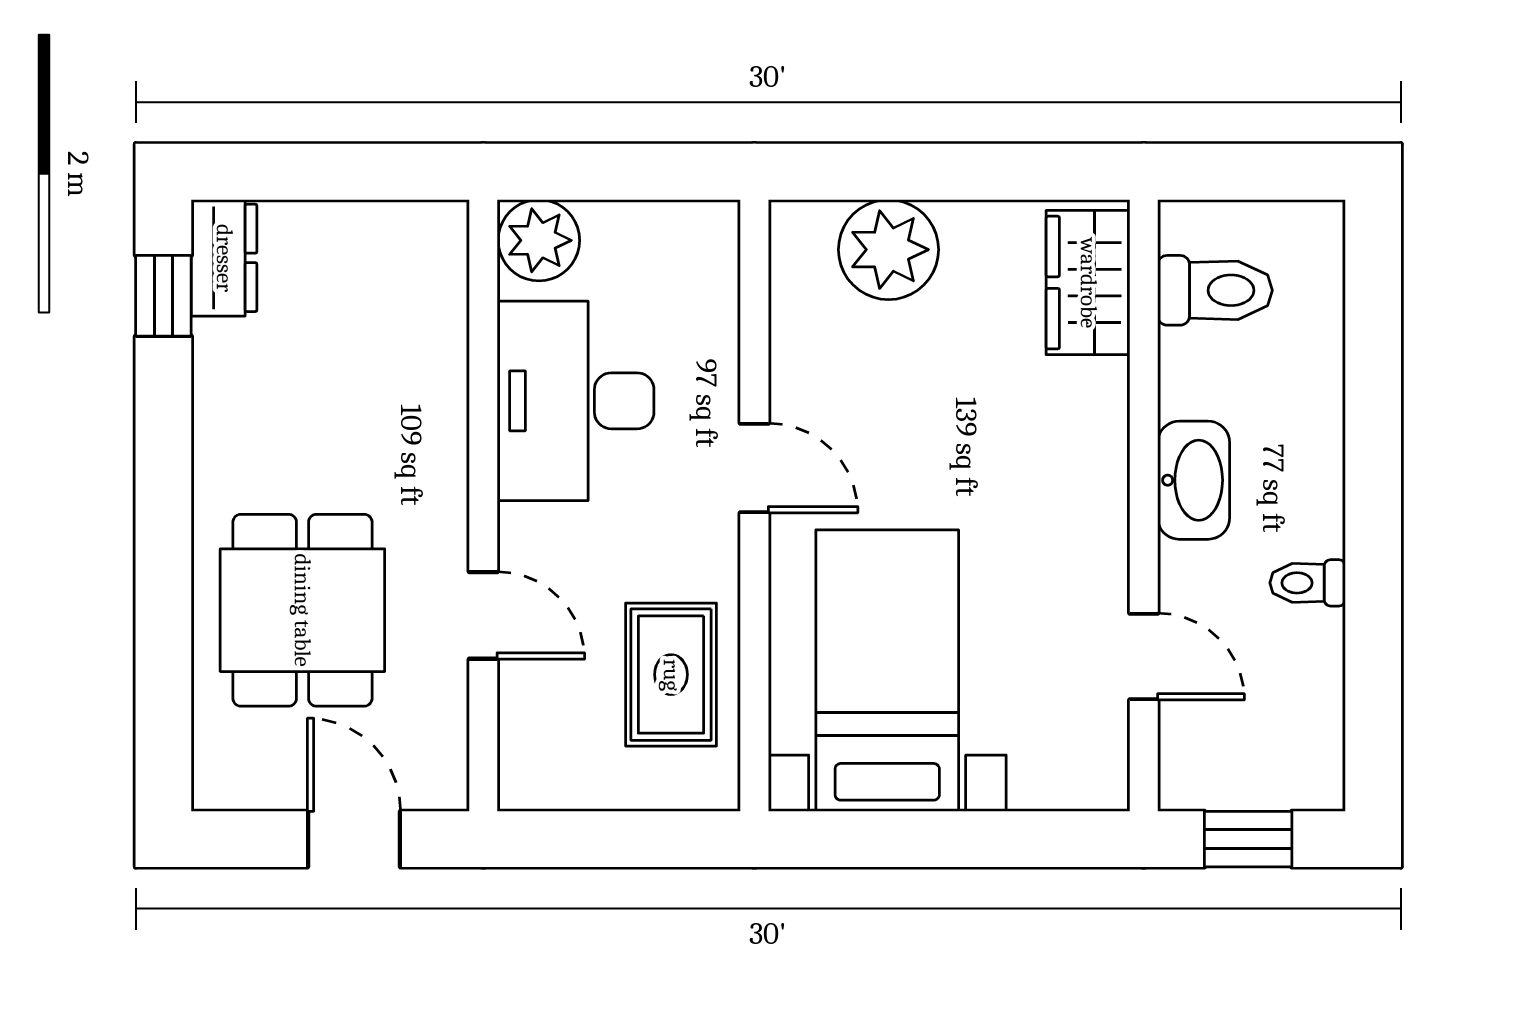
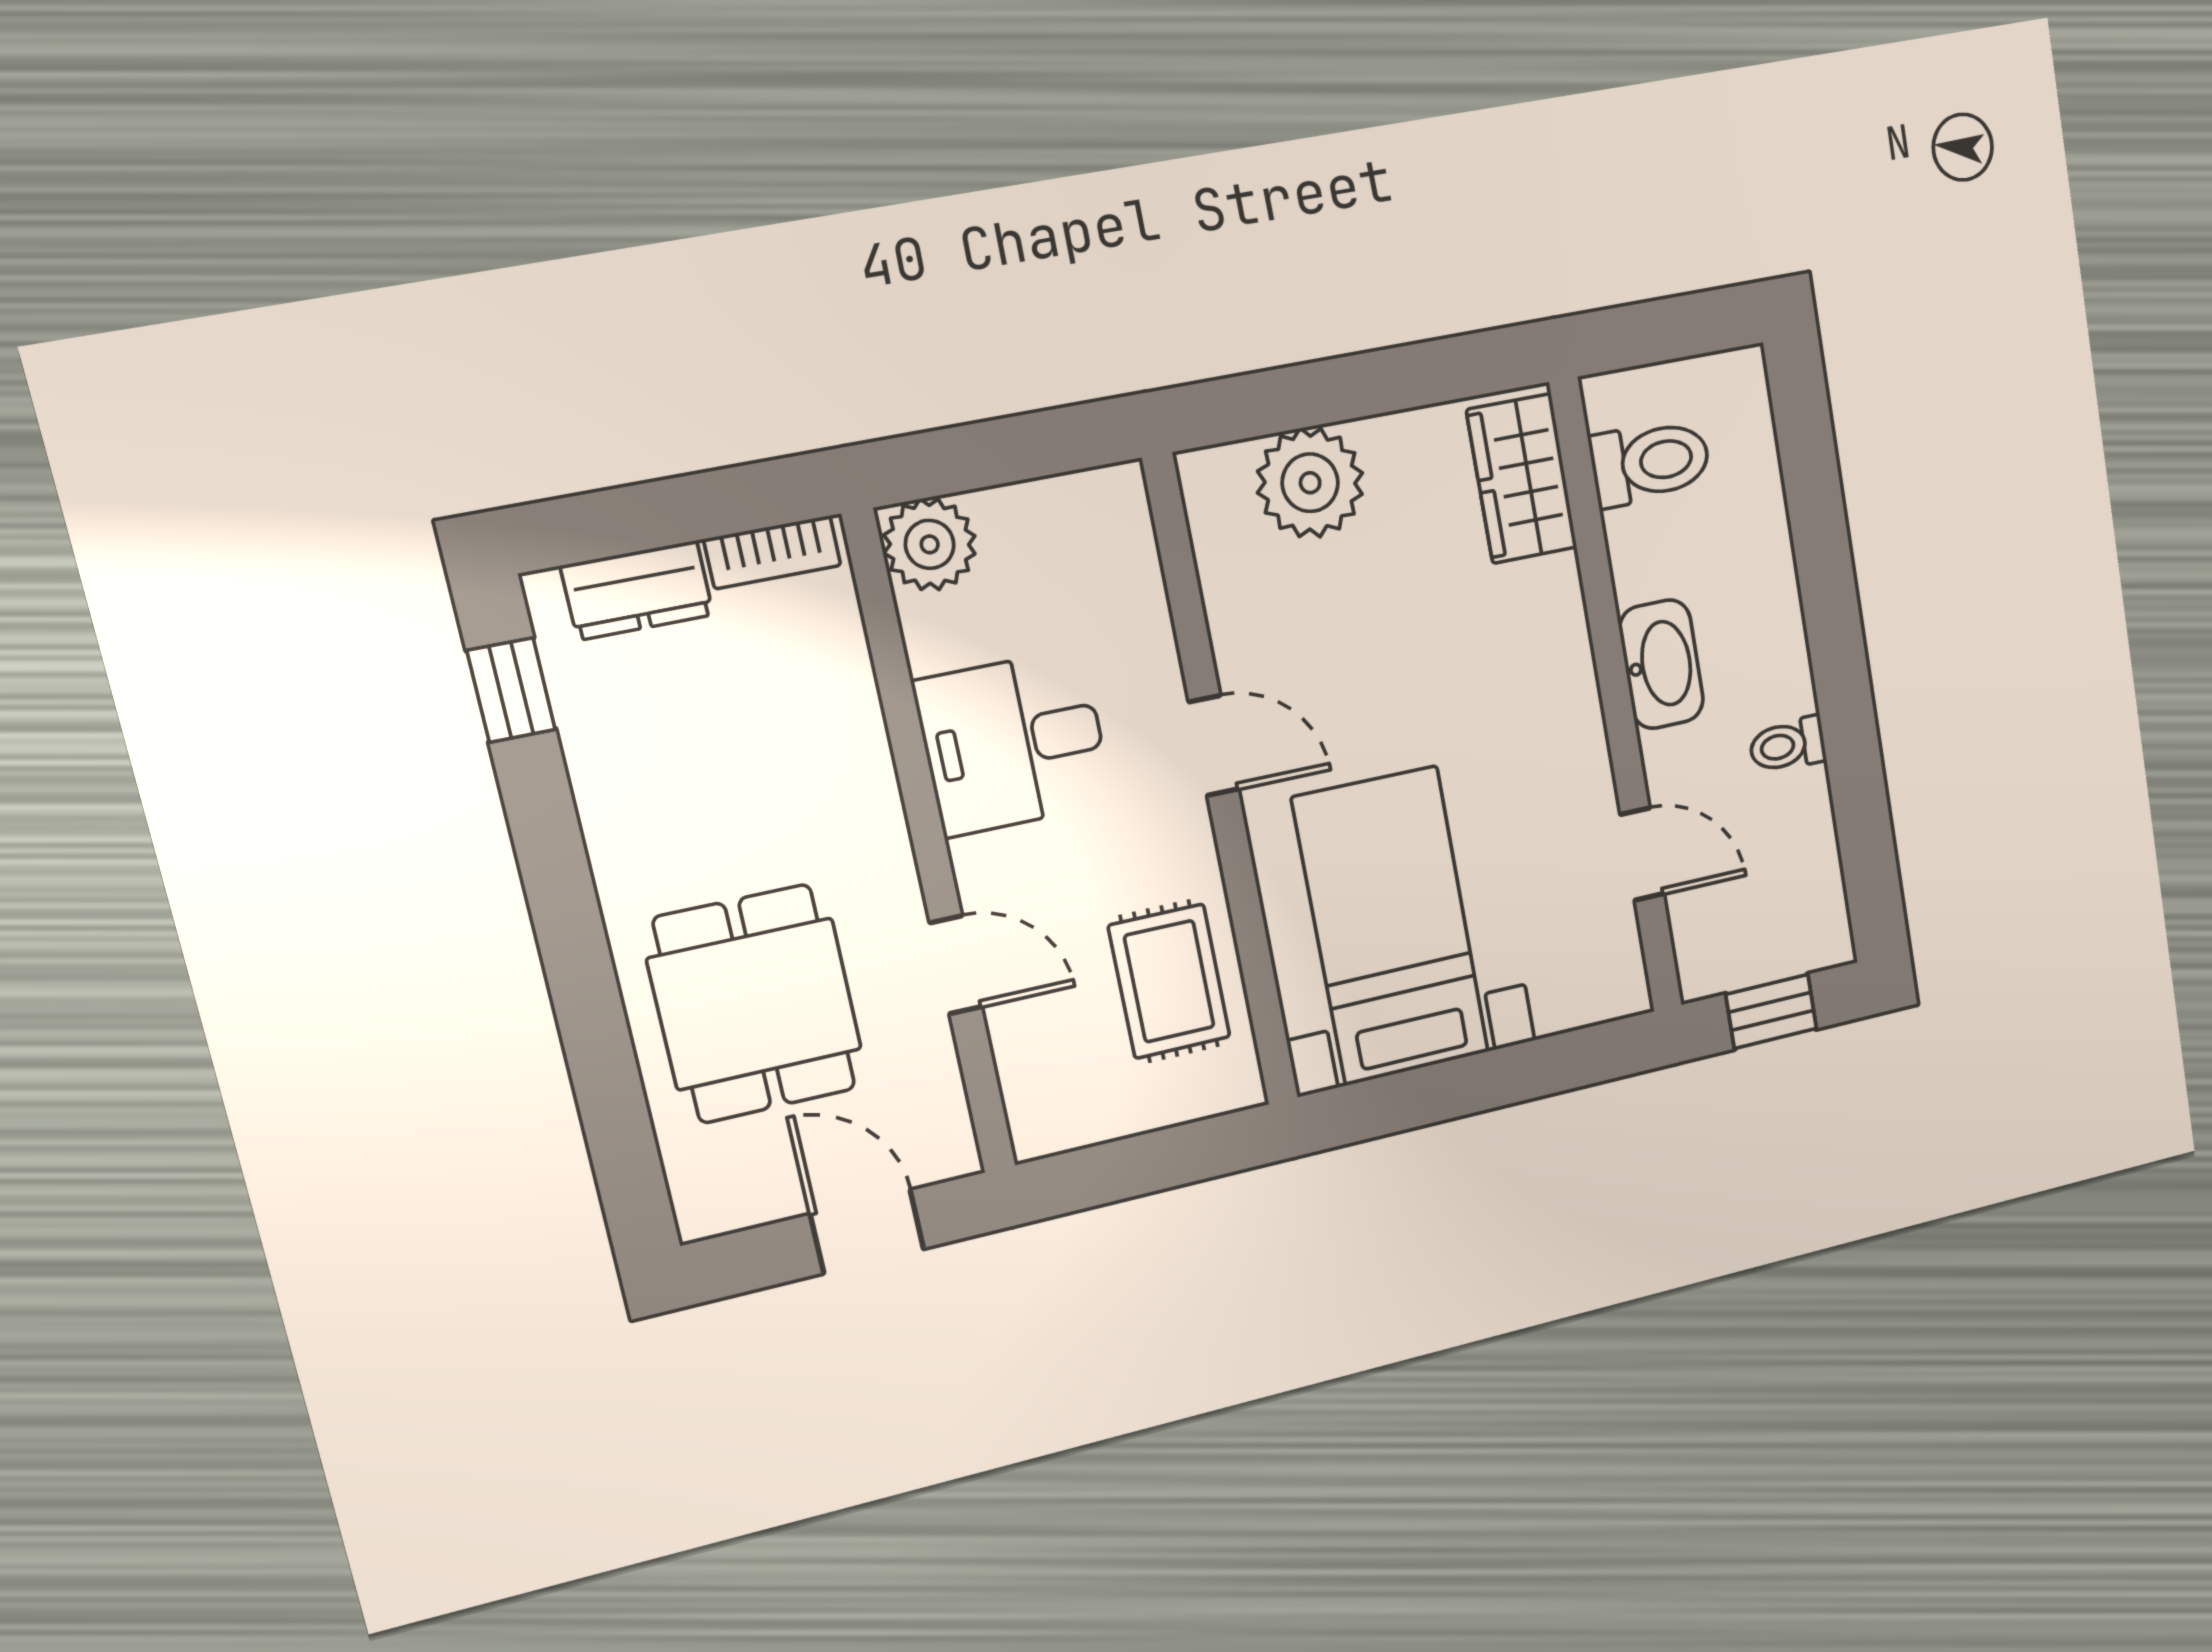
bookcase: (404, 222) -> (772, 552), added
dresser: (224, 258) -> (637, 590), moved, turned 90
desk: (576, 401) -> (1014, 743), width x0.73

